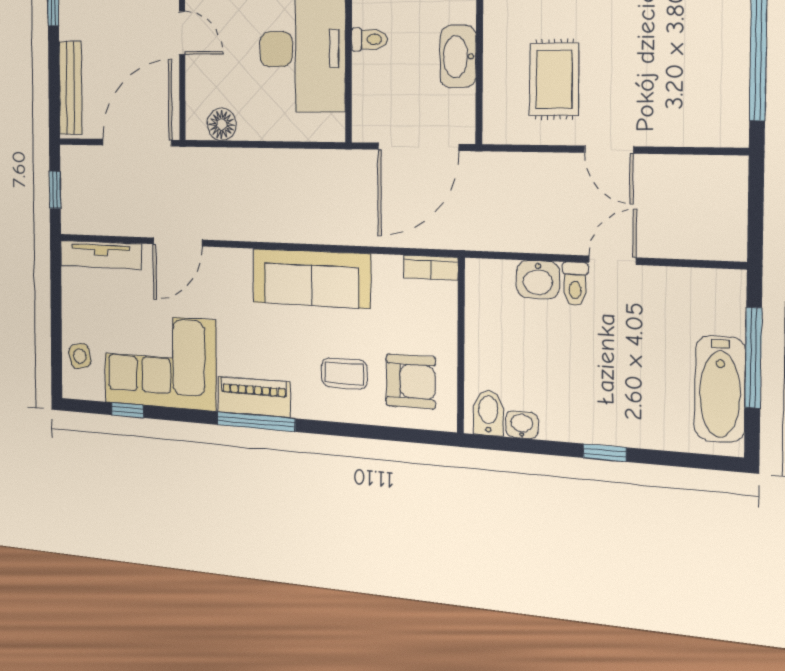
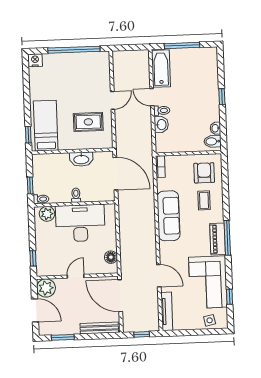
bathtub: (720, 389) -> (161, 69), moved, turned -90

